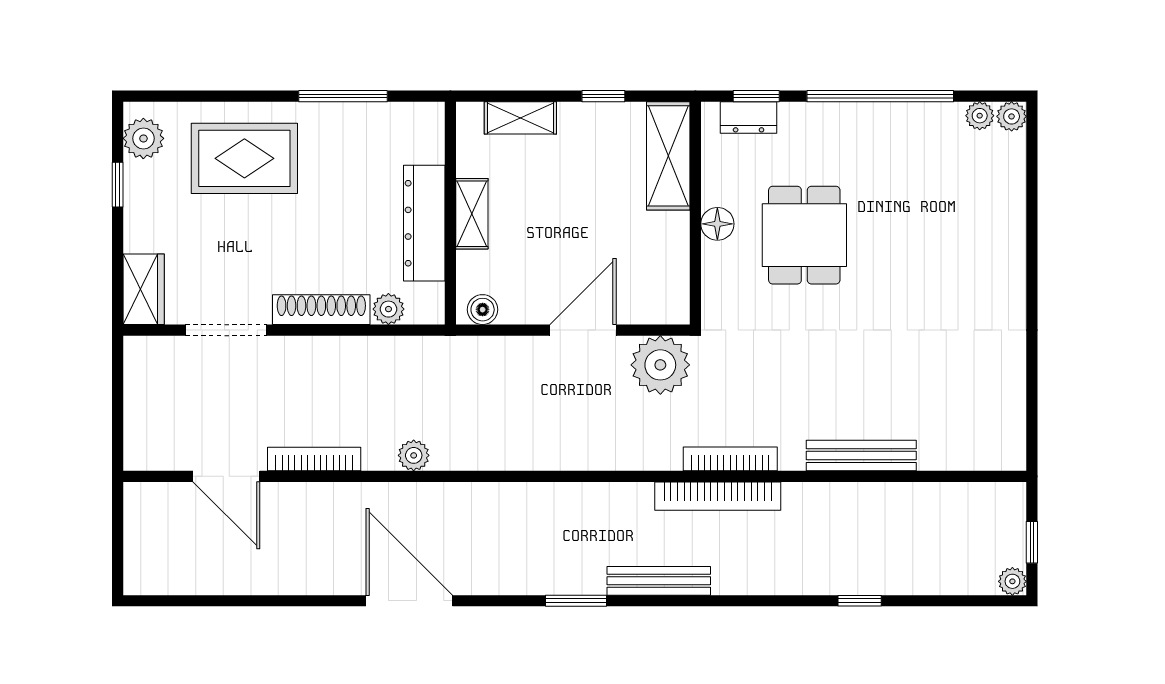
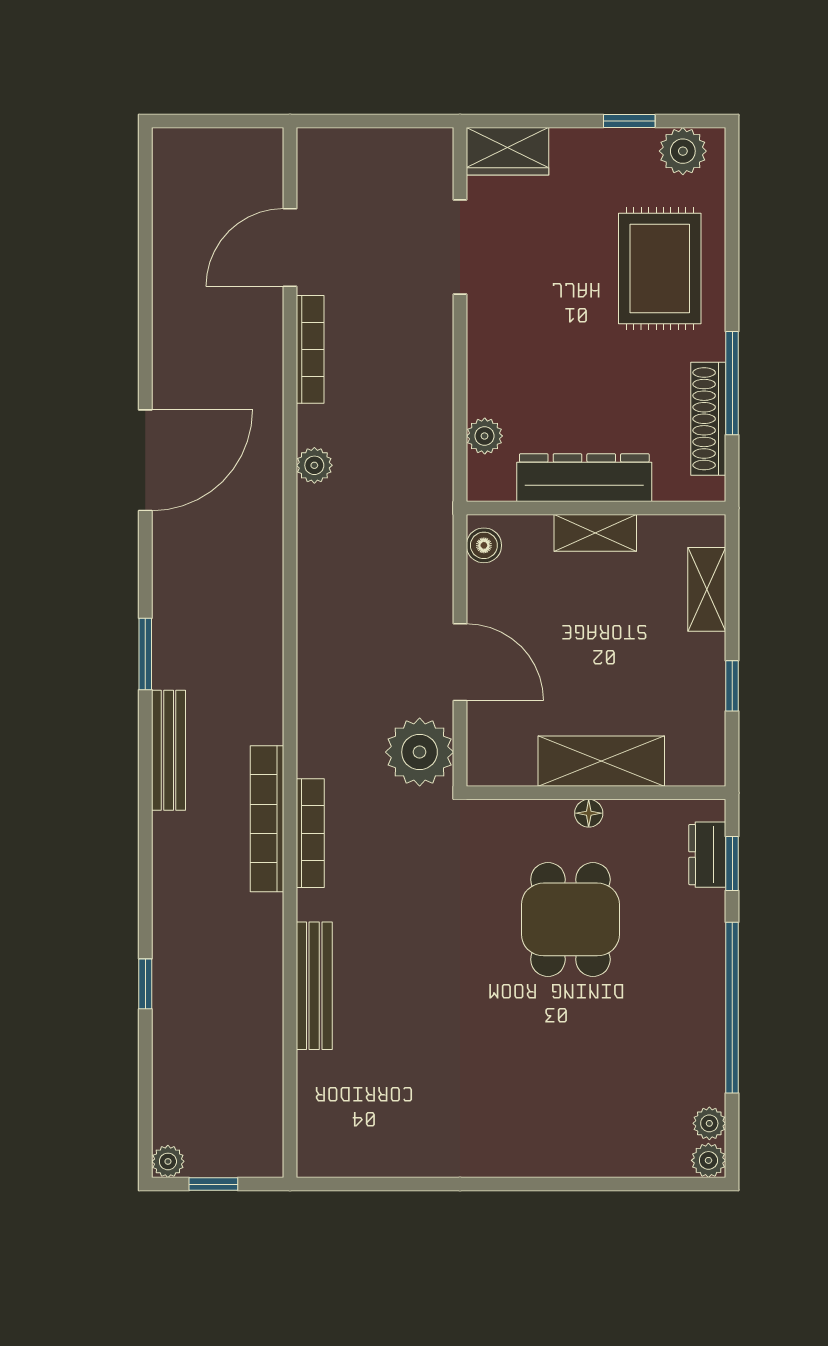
shelving: (668, 156) -> (601, 761), moved
floor lamp: (717, 224) -> (589, 813), width x0.73, depth x0.73
dining table: (804, 235) -> (570, 919), turned 90
shoe rack: (321, 310) -> (708, 419), moved, turned 180

